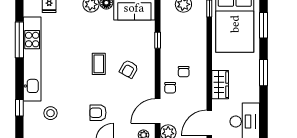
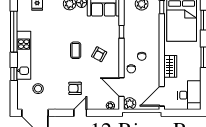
window: (19, 40) -> (14, 32), width x1.46
kitchen unit: (32, 59) -> (24, 55), width x0.73
window: (19, 108) -> (14, 74), moved
door: (158, 111) -> (122, 87), hinge flipped

